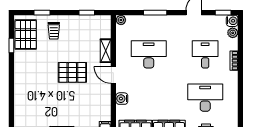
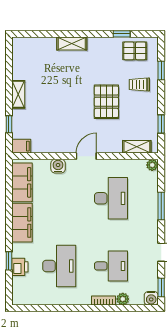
plant: (233, 33) -> (123, 299), moved
pallet: (26, 35) -> (135, 51), width x0.67, depth x0.71
shelving: (106, 51) -> (137, 147), moved
pallet: (72, 72) -> (106, 102), moved
shelving: (19, 87) -> (72, 43), added

